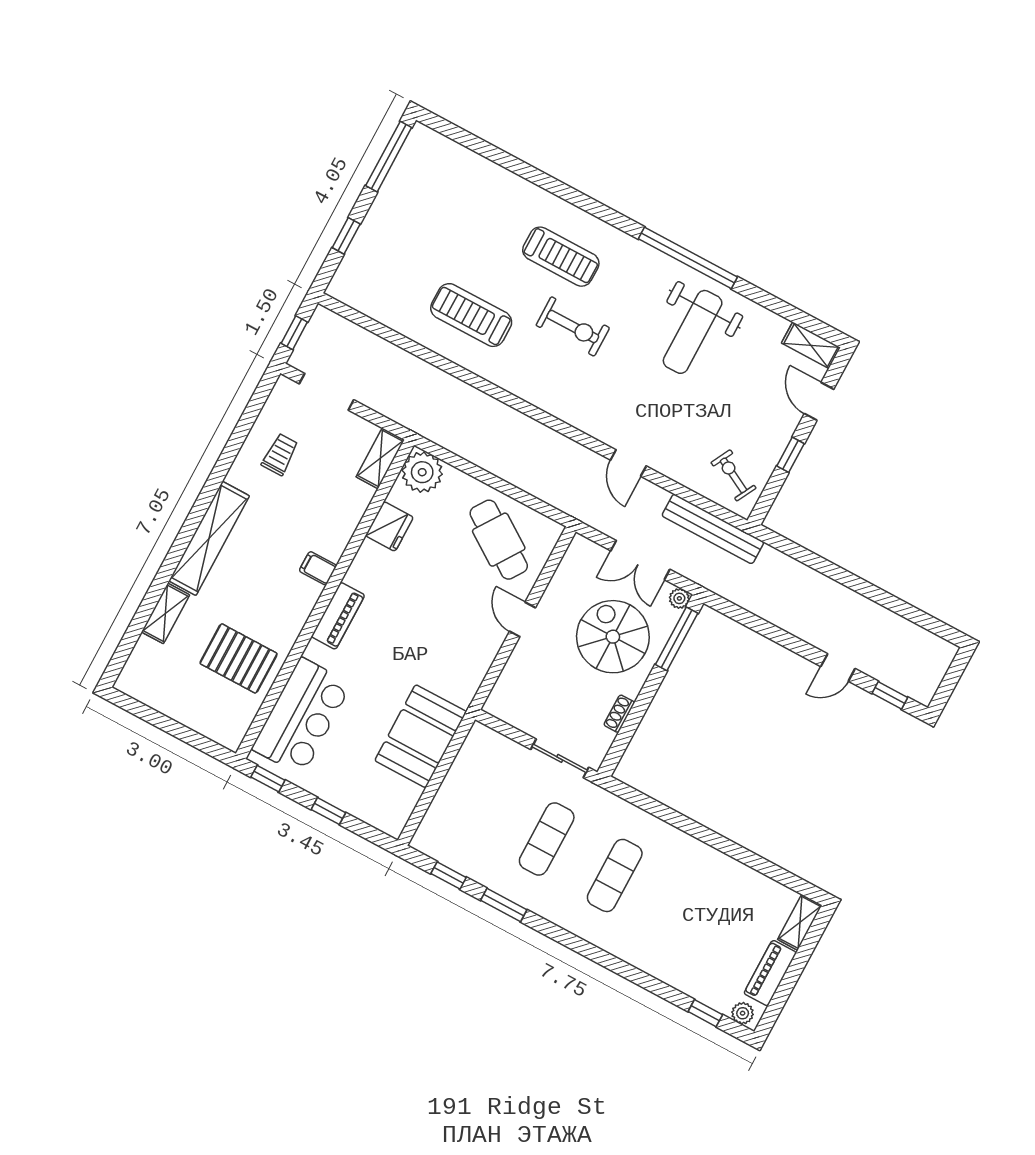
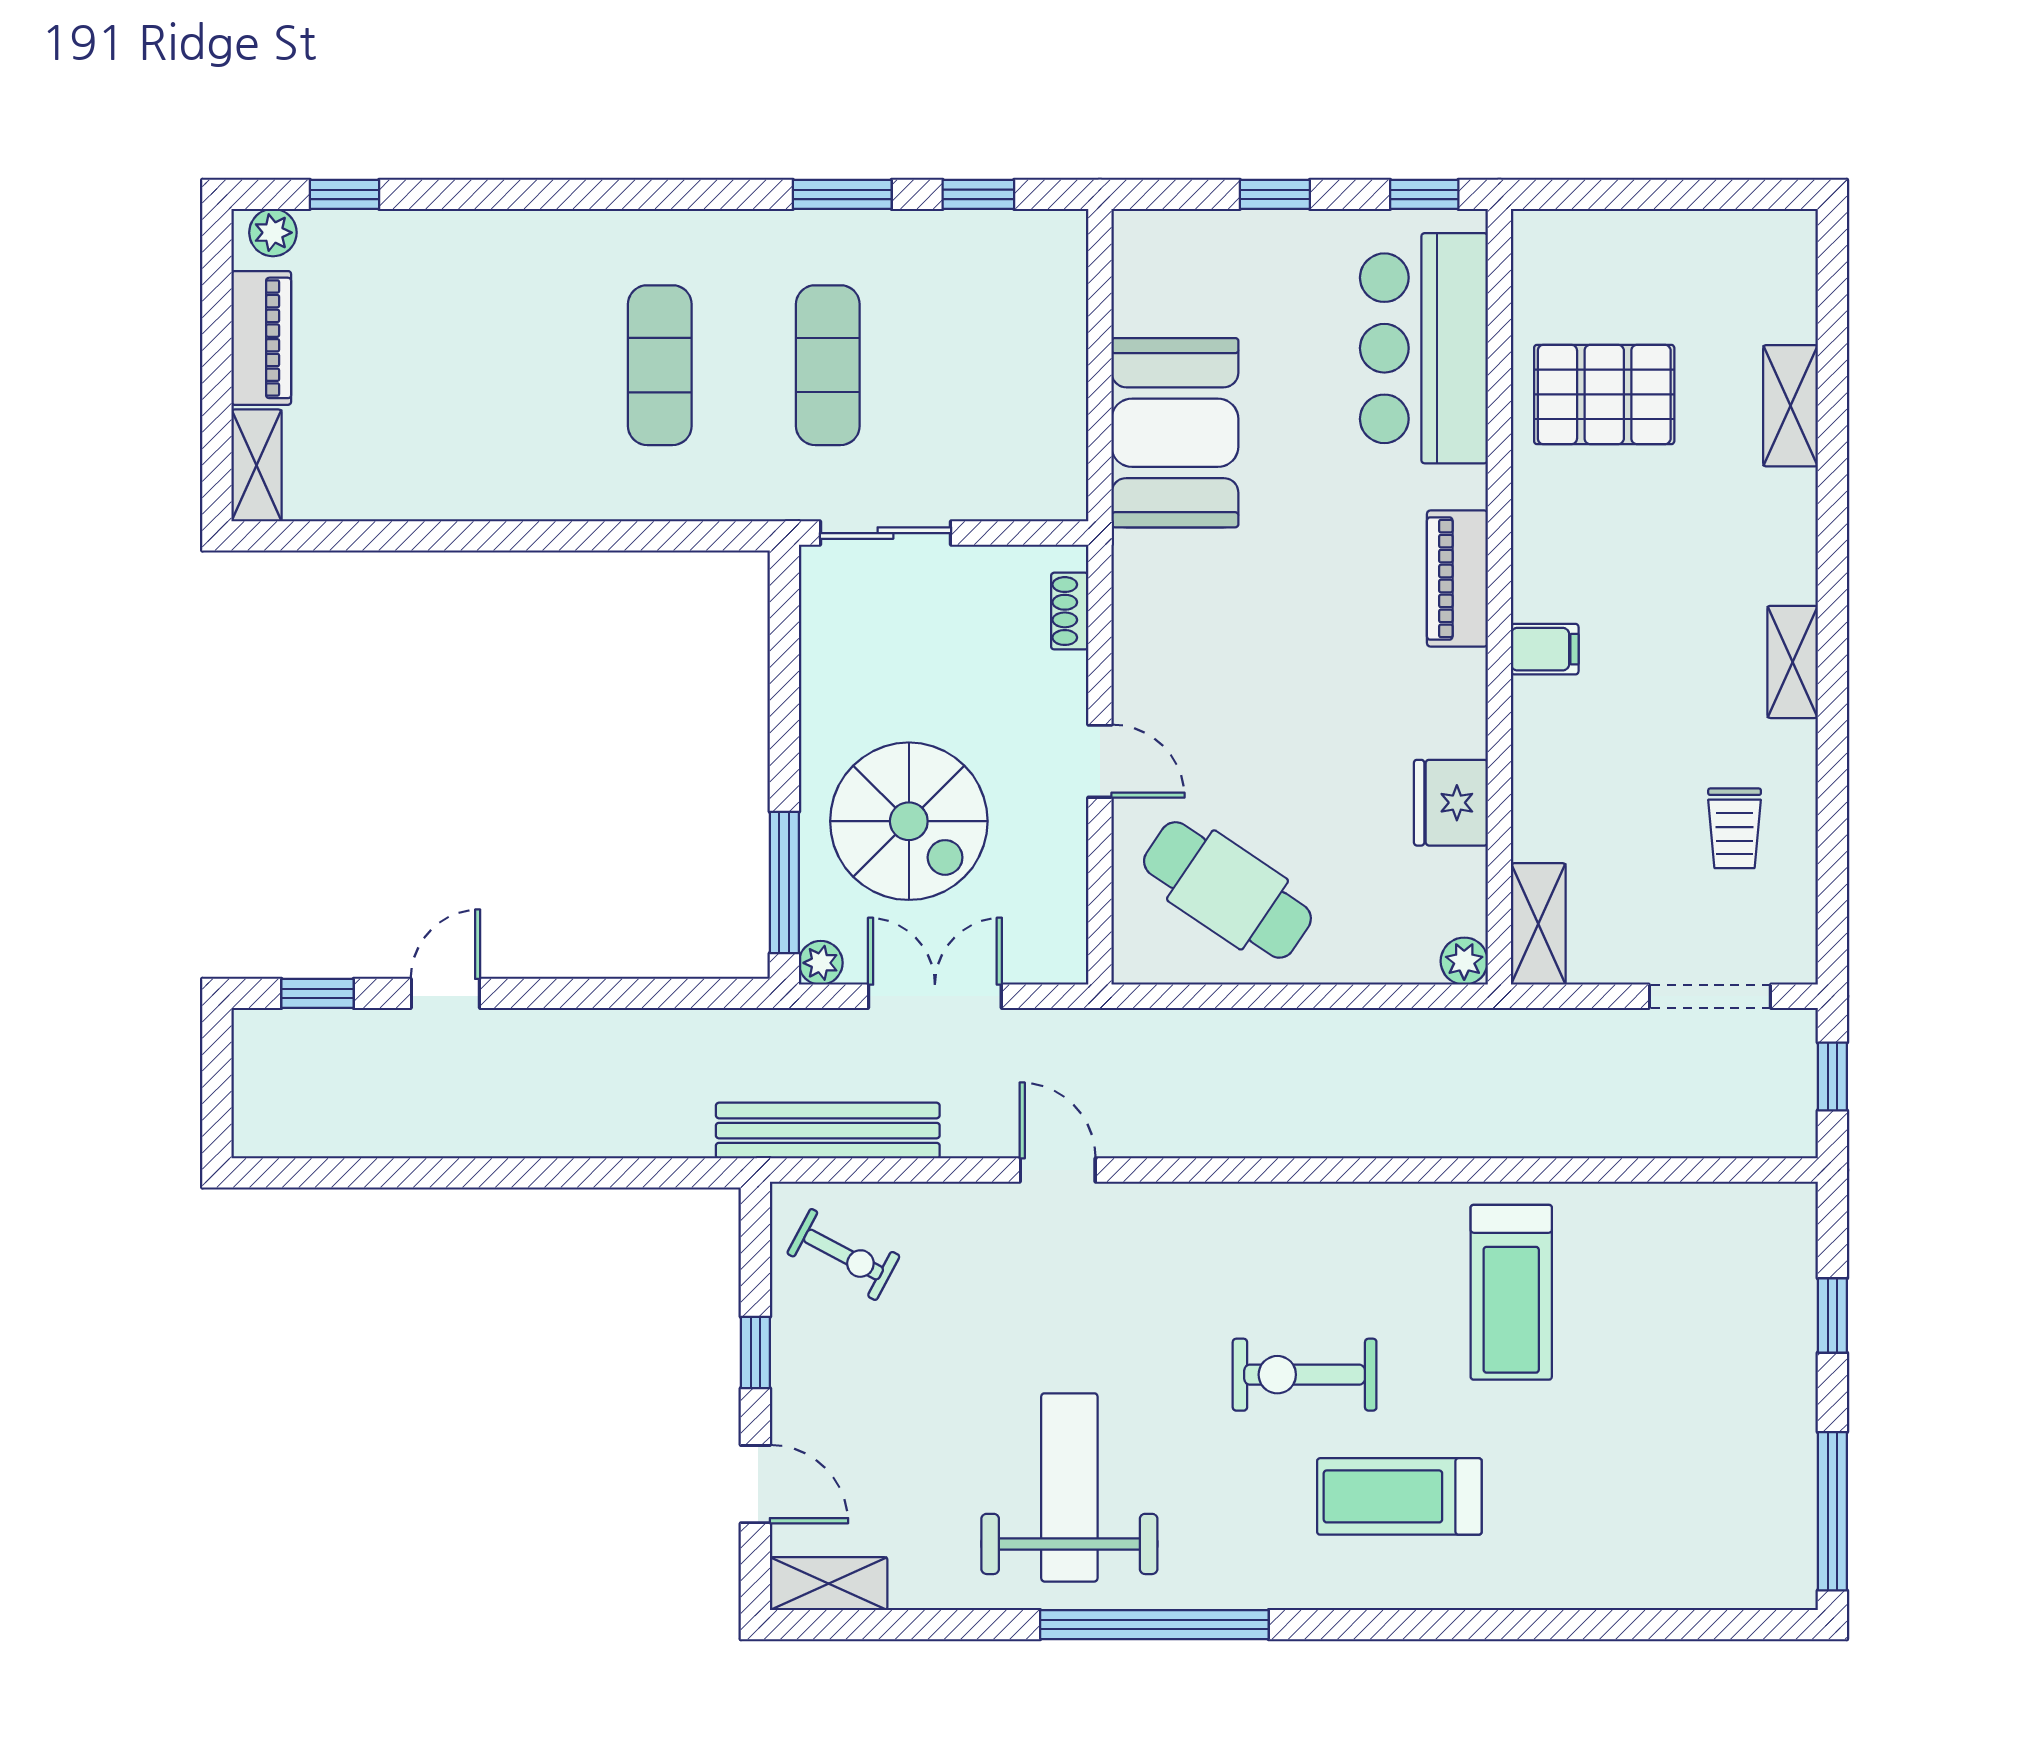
treadmill: (471, 315) -> (1511, 1292), turned 90
plant: (422, 472) -> (1464, 961), width x0.53, depth x0.53
shelving: (209, 538) -> (1793, 662), width x0.45, depth x0.75
shoe rack: (619, 714) -> (1070, 611), moved, turned 180

